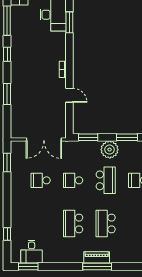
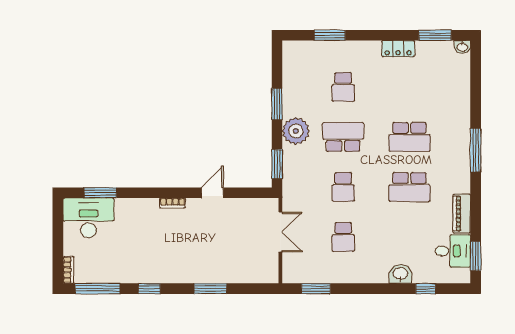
double door: (44, 140) -> (280, 232), width x0.73
washbasin: (17, 218) -> (401, 274), added
piano: (97, 257) -> (462, 214), moved

